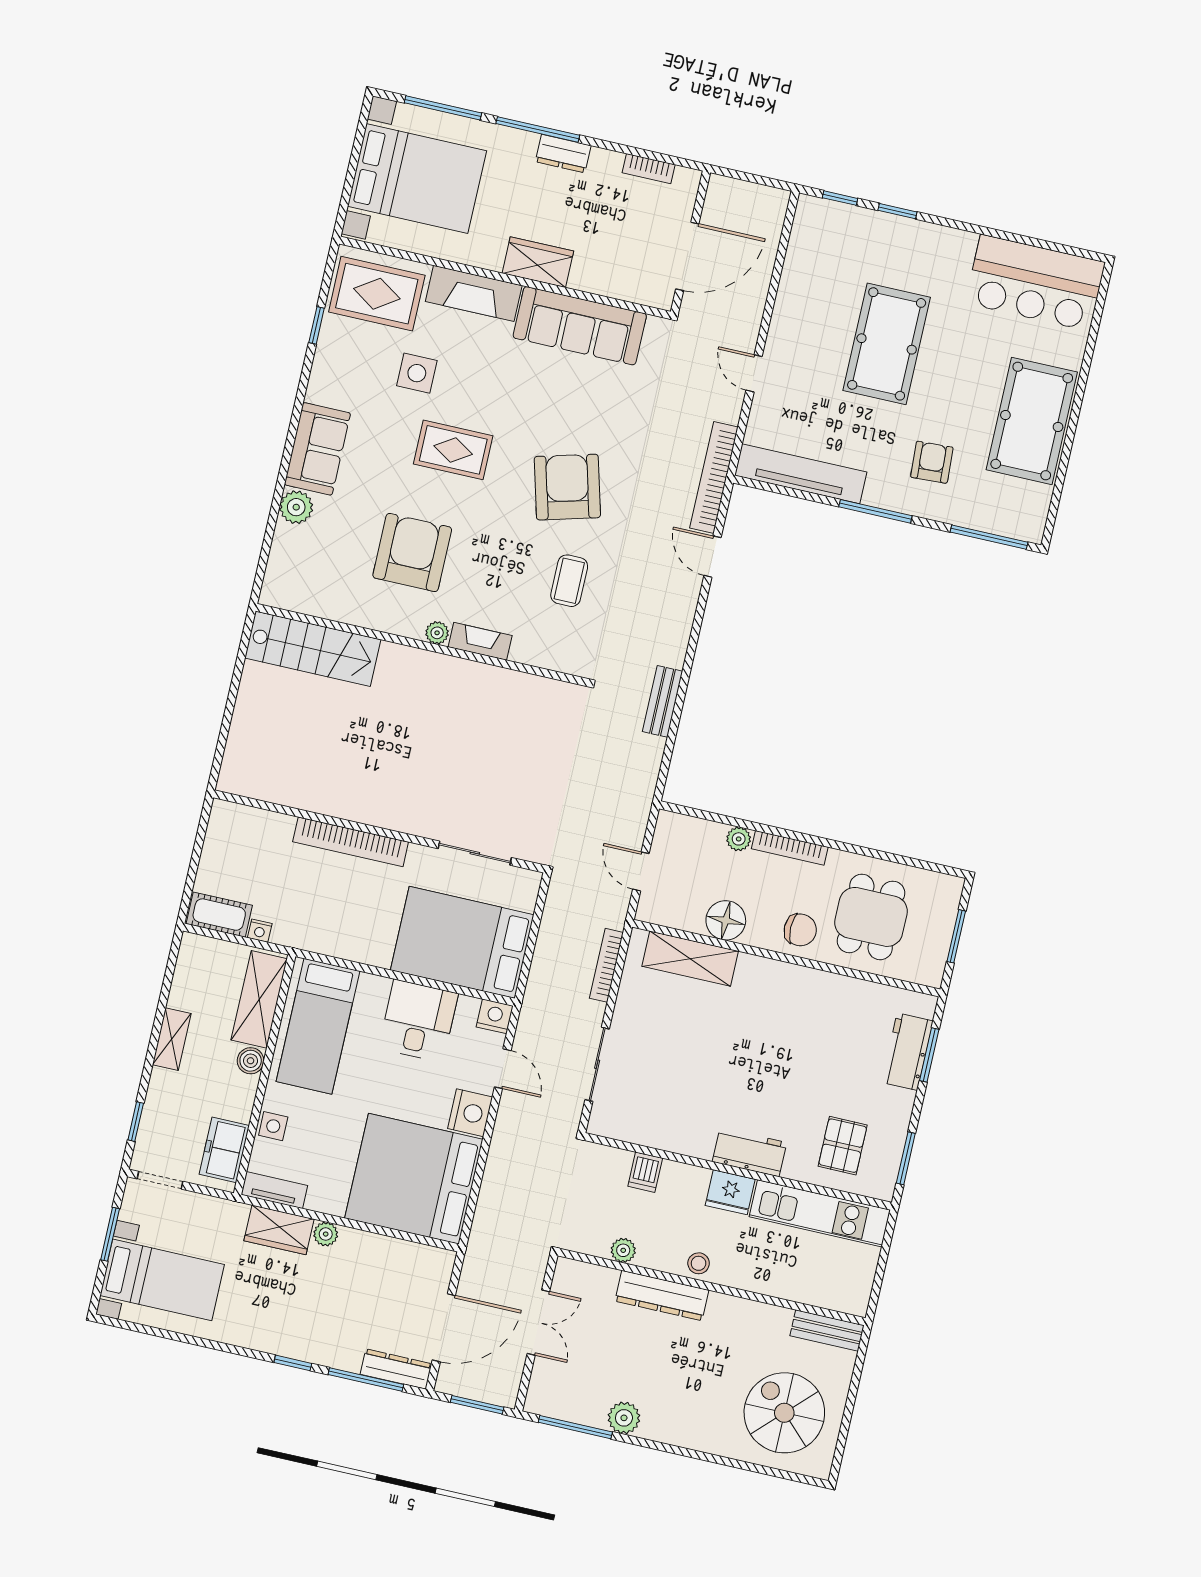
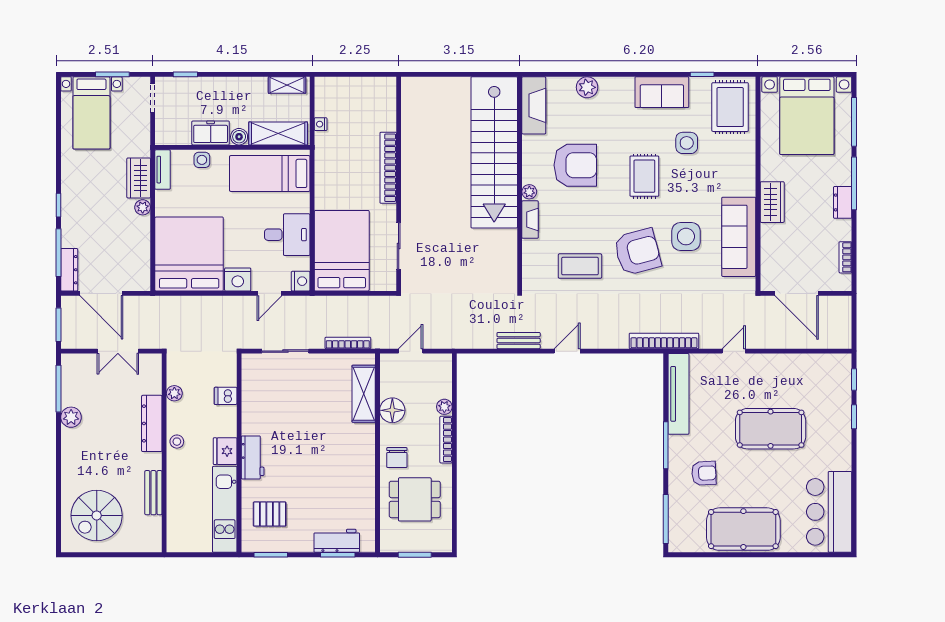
fireplace: (474, 293) -> (534, 105), moved, turned 180
side table: (561, 407) -> (686, 237), added
sofa: (317, 449) -> (662, 92), moved
door: (712, 557) -> (567, 351), moved
coffee table: (569, 581) -> (580, 266), width x1.36, depth x1.30
stairs: (313, 649) -> (494, 152), width x1.86, depth x1.51
cot: (219, 915) -> (325, 97), removed
shelving: (172, 1039) -> (287, 85), moved
freezer: (224, 1150) -> (211, 133), moved
bench: (827, 1330) -> (153, 493), moved
spiral stairs: (784, 1413) -> (97, 515), turned 180

